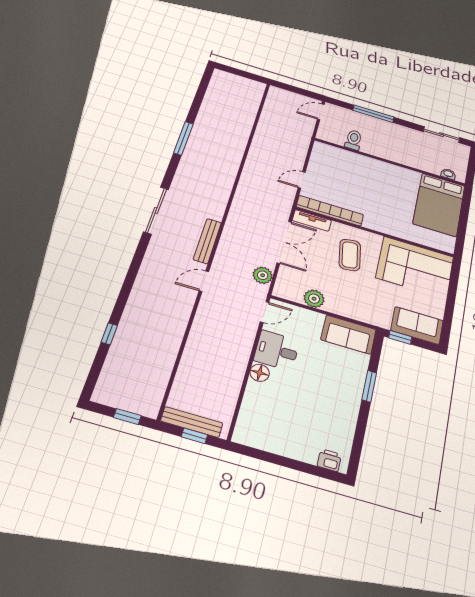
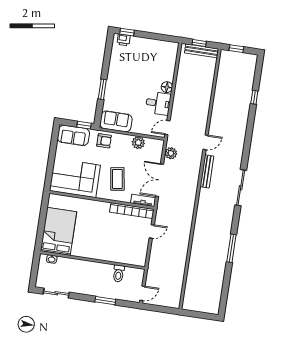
window: (373, 114) -> (105, 301), width x0.69
armchair: (369, 310) -> (104, 141), added
window: (323, 473) -> (127, 32), added

